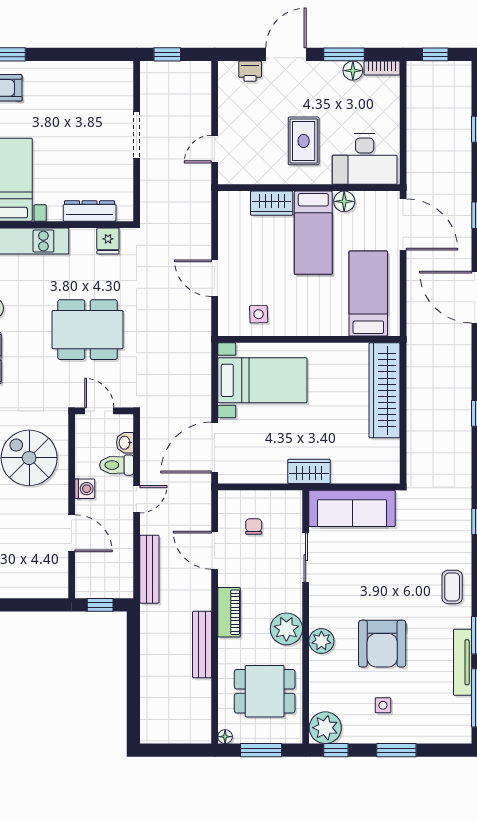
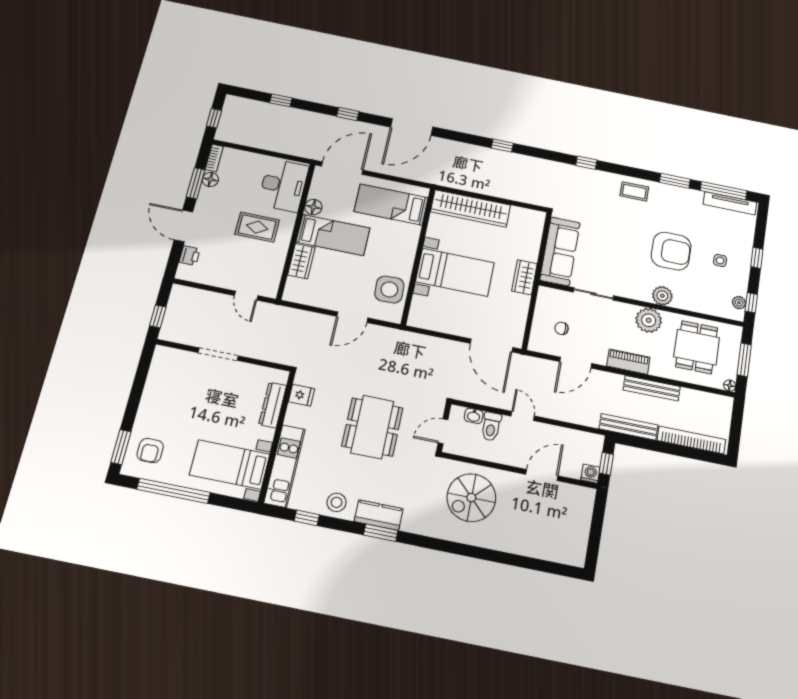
side table: (259, 314) -> (389, 289), width x1.87, depth x1.87
bed with nightstands: (262, 380) -> (455, 272), moved, turned 90
washing machine: (85, 489) -> (590, 474), moved
bench: (149, 569) -> (628, 427), moved
tv unit: (463, 662) -> (730, 203), moved
bookcase: (149, 700) -> (691, 440), added
plant: (325, 728) -> (739, 303), width x0.53, depth x0.53
window: (396, 750) -> (757, 258), width x0.67

